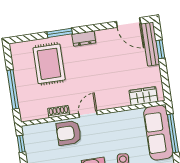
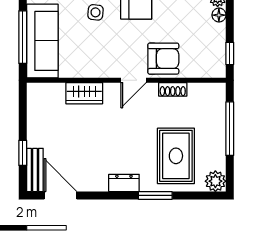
bench: (151, 44) -> (35, 170), width x0.73
plant: (18, 50) -> (215, 181), added
wardrobe: (143, 96) -> (84, 93), moved

